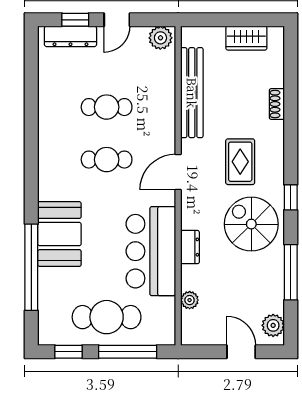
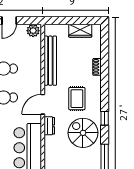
dresser: (190, 247) -> (49, 126), moved

